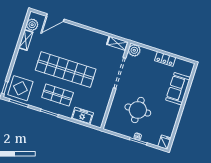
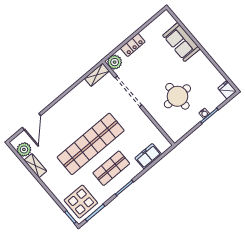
locker: (165, 59) -> (133, 45), moved

